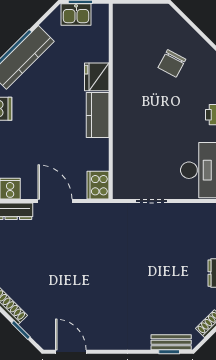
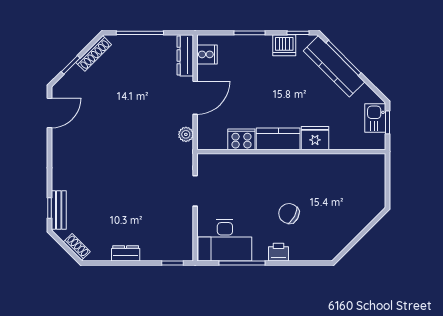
chair: (172, 63) -> (289, 213), moved
cooker: (98, 185) -> (241, 139), moved
plant: (93, 211) -> (186, 134), added

